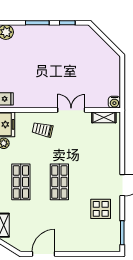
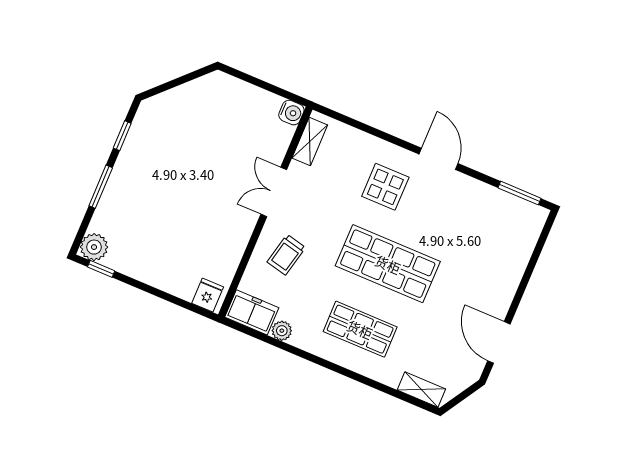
shop shelf: (59, 182) -> (388, 264), width x1.43, depth x1.36
display table: (101, 209) -> (385, 187), moved

